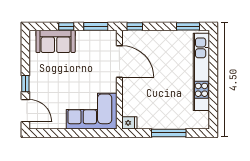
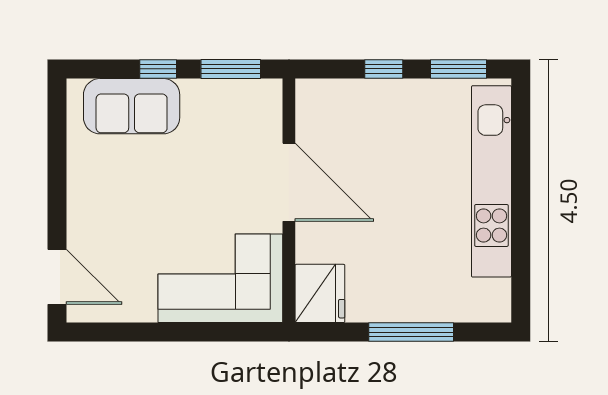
window: (135, 26) -> (384, 69), moved
door: (119, 61) -> (289, 182), moved
window: (25, 84) -> (57, 210), removed
fridge: (129, 123) -> (320, 293), width x1.88, depth x1.34

